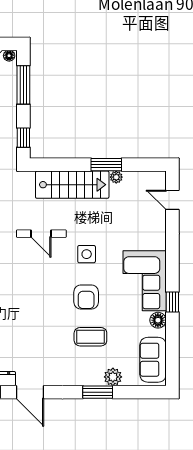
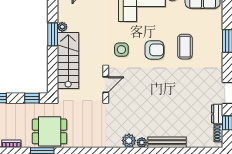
plant: (113, 377) -> (216, 29), removed

